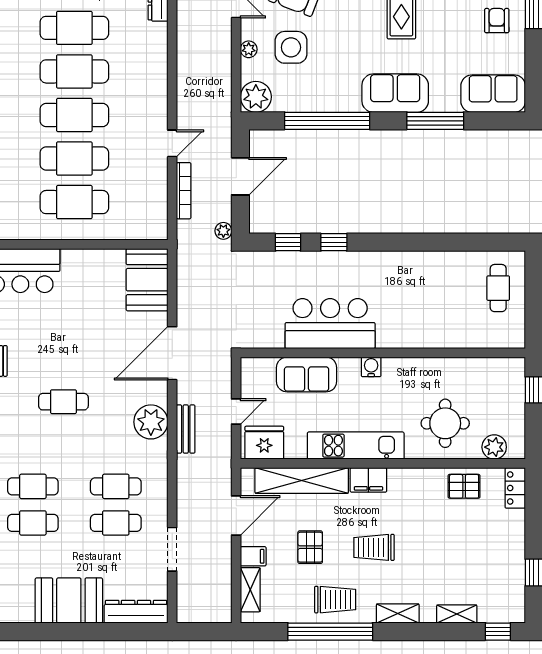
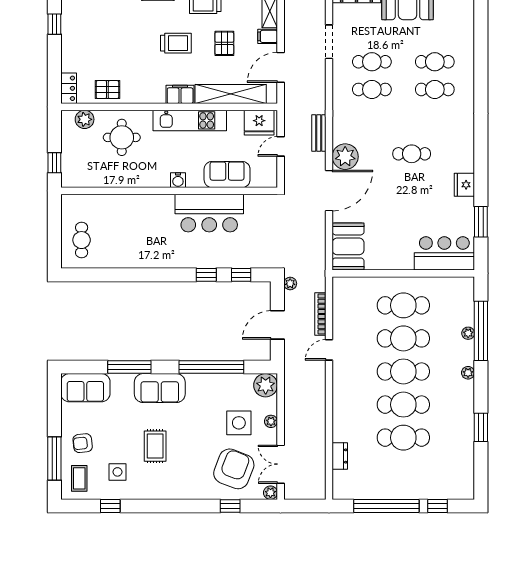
armchair: (497, 21) -> (83, 443), turned 84
plant: (151, 422) -> (345, 157), moved

